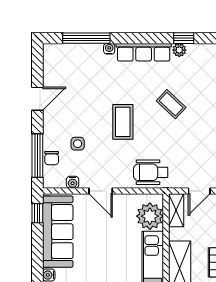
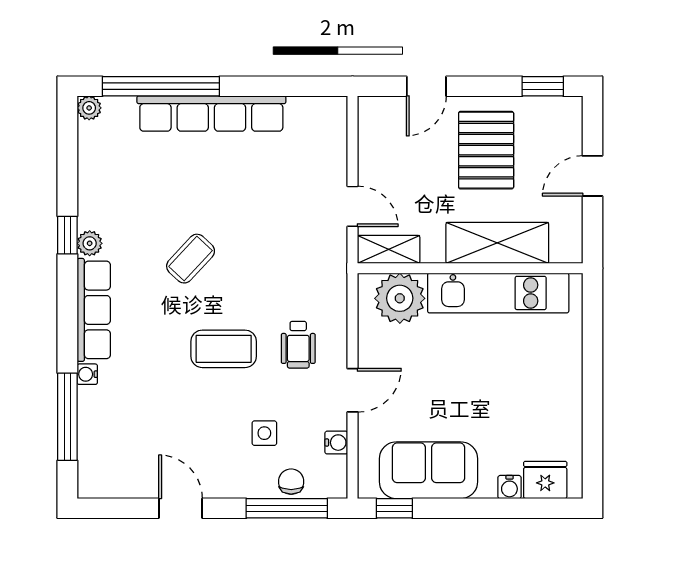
chair: (52, 158) -> (291, 482), turned -90
wheelchair: (151, 172) -> (298, 345), moved, width x0.73, depth x0.73
sofa: (58, 232) -> (428, 470), width x0.73

